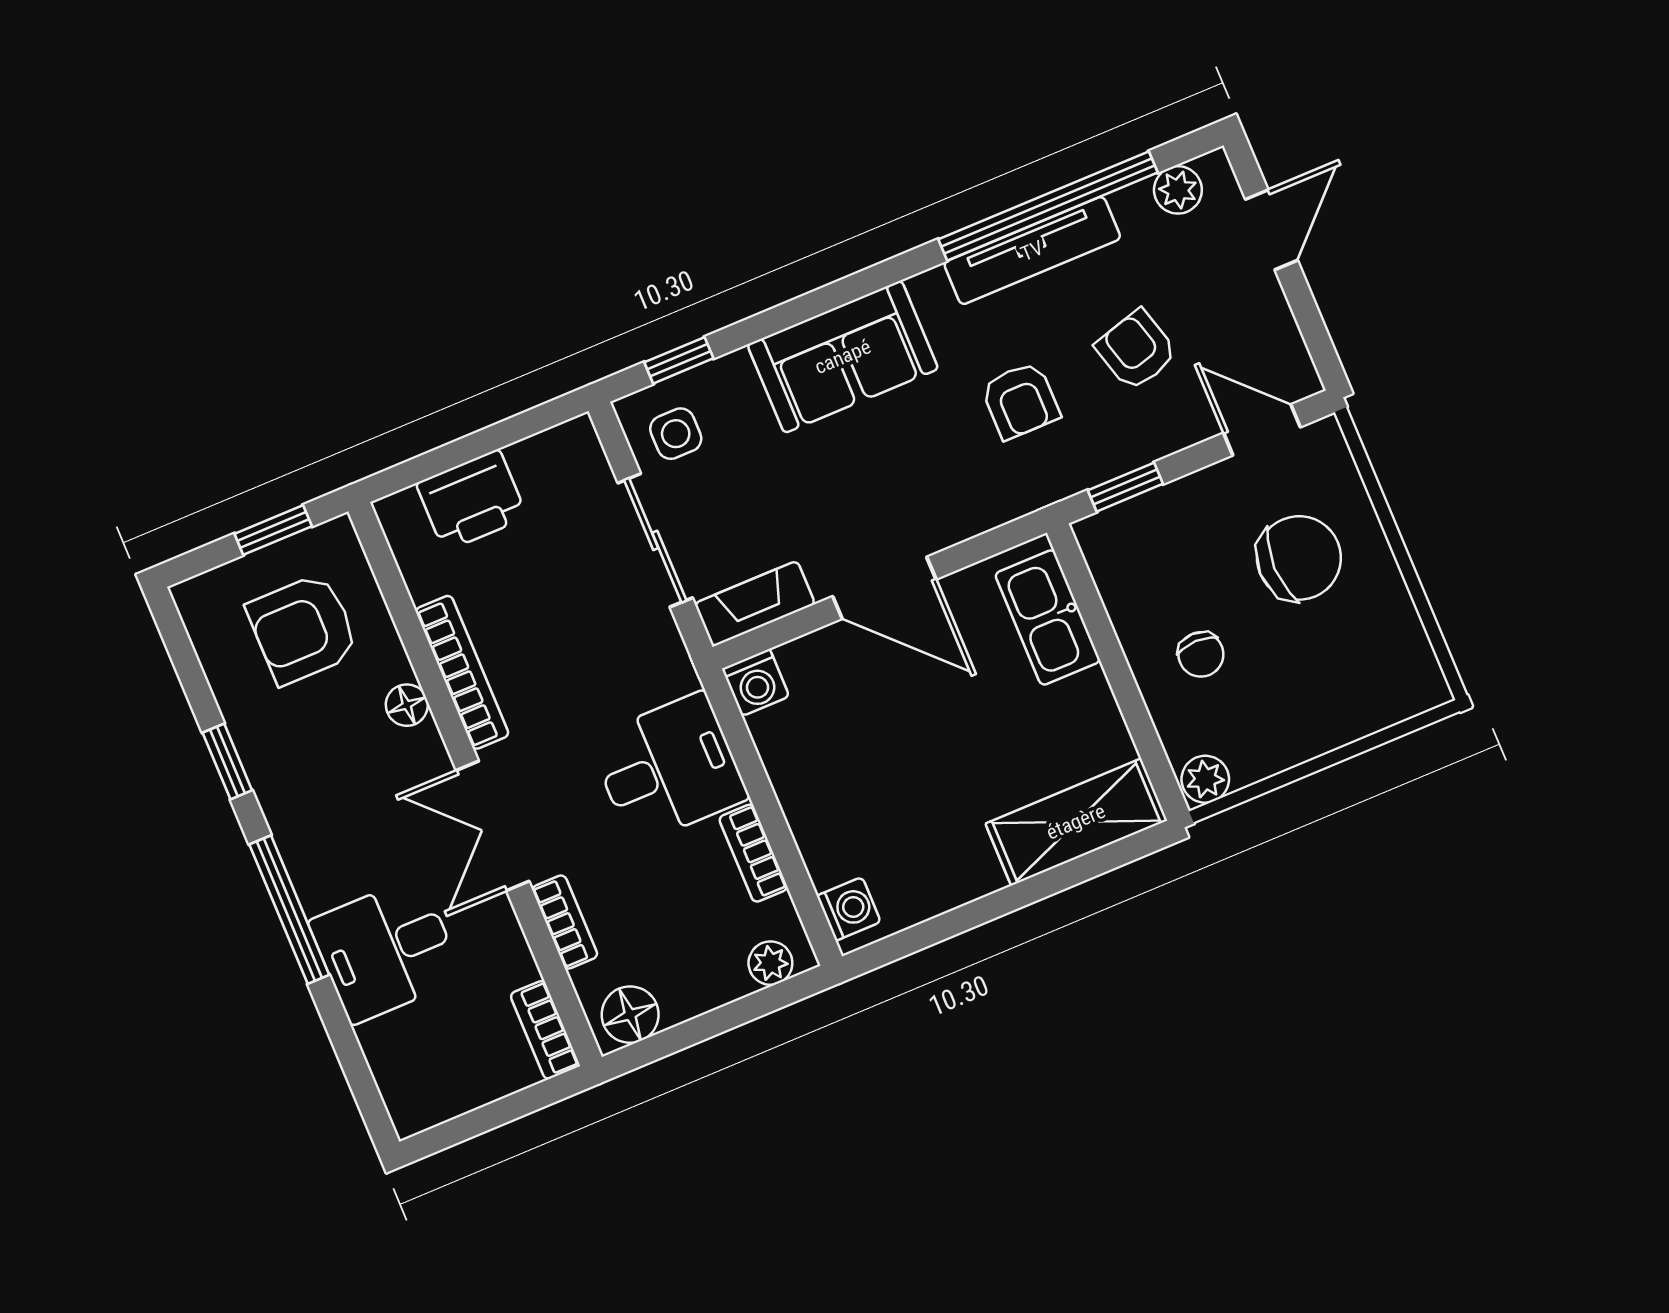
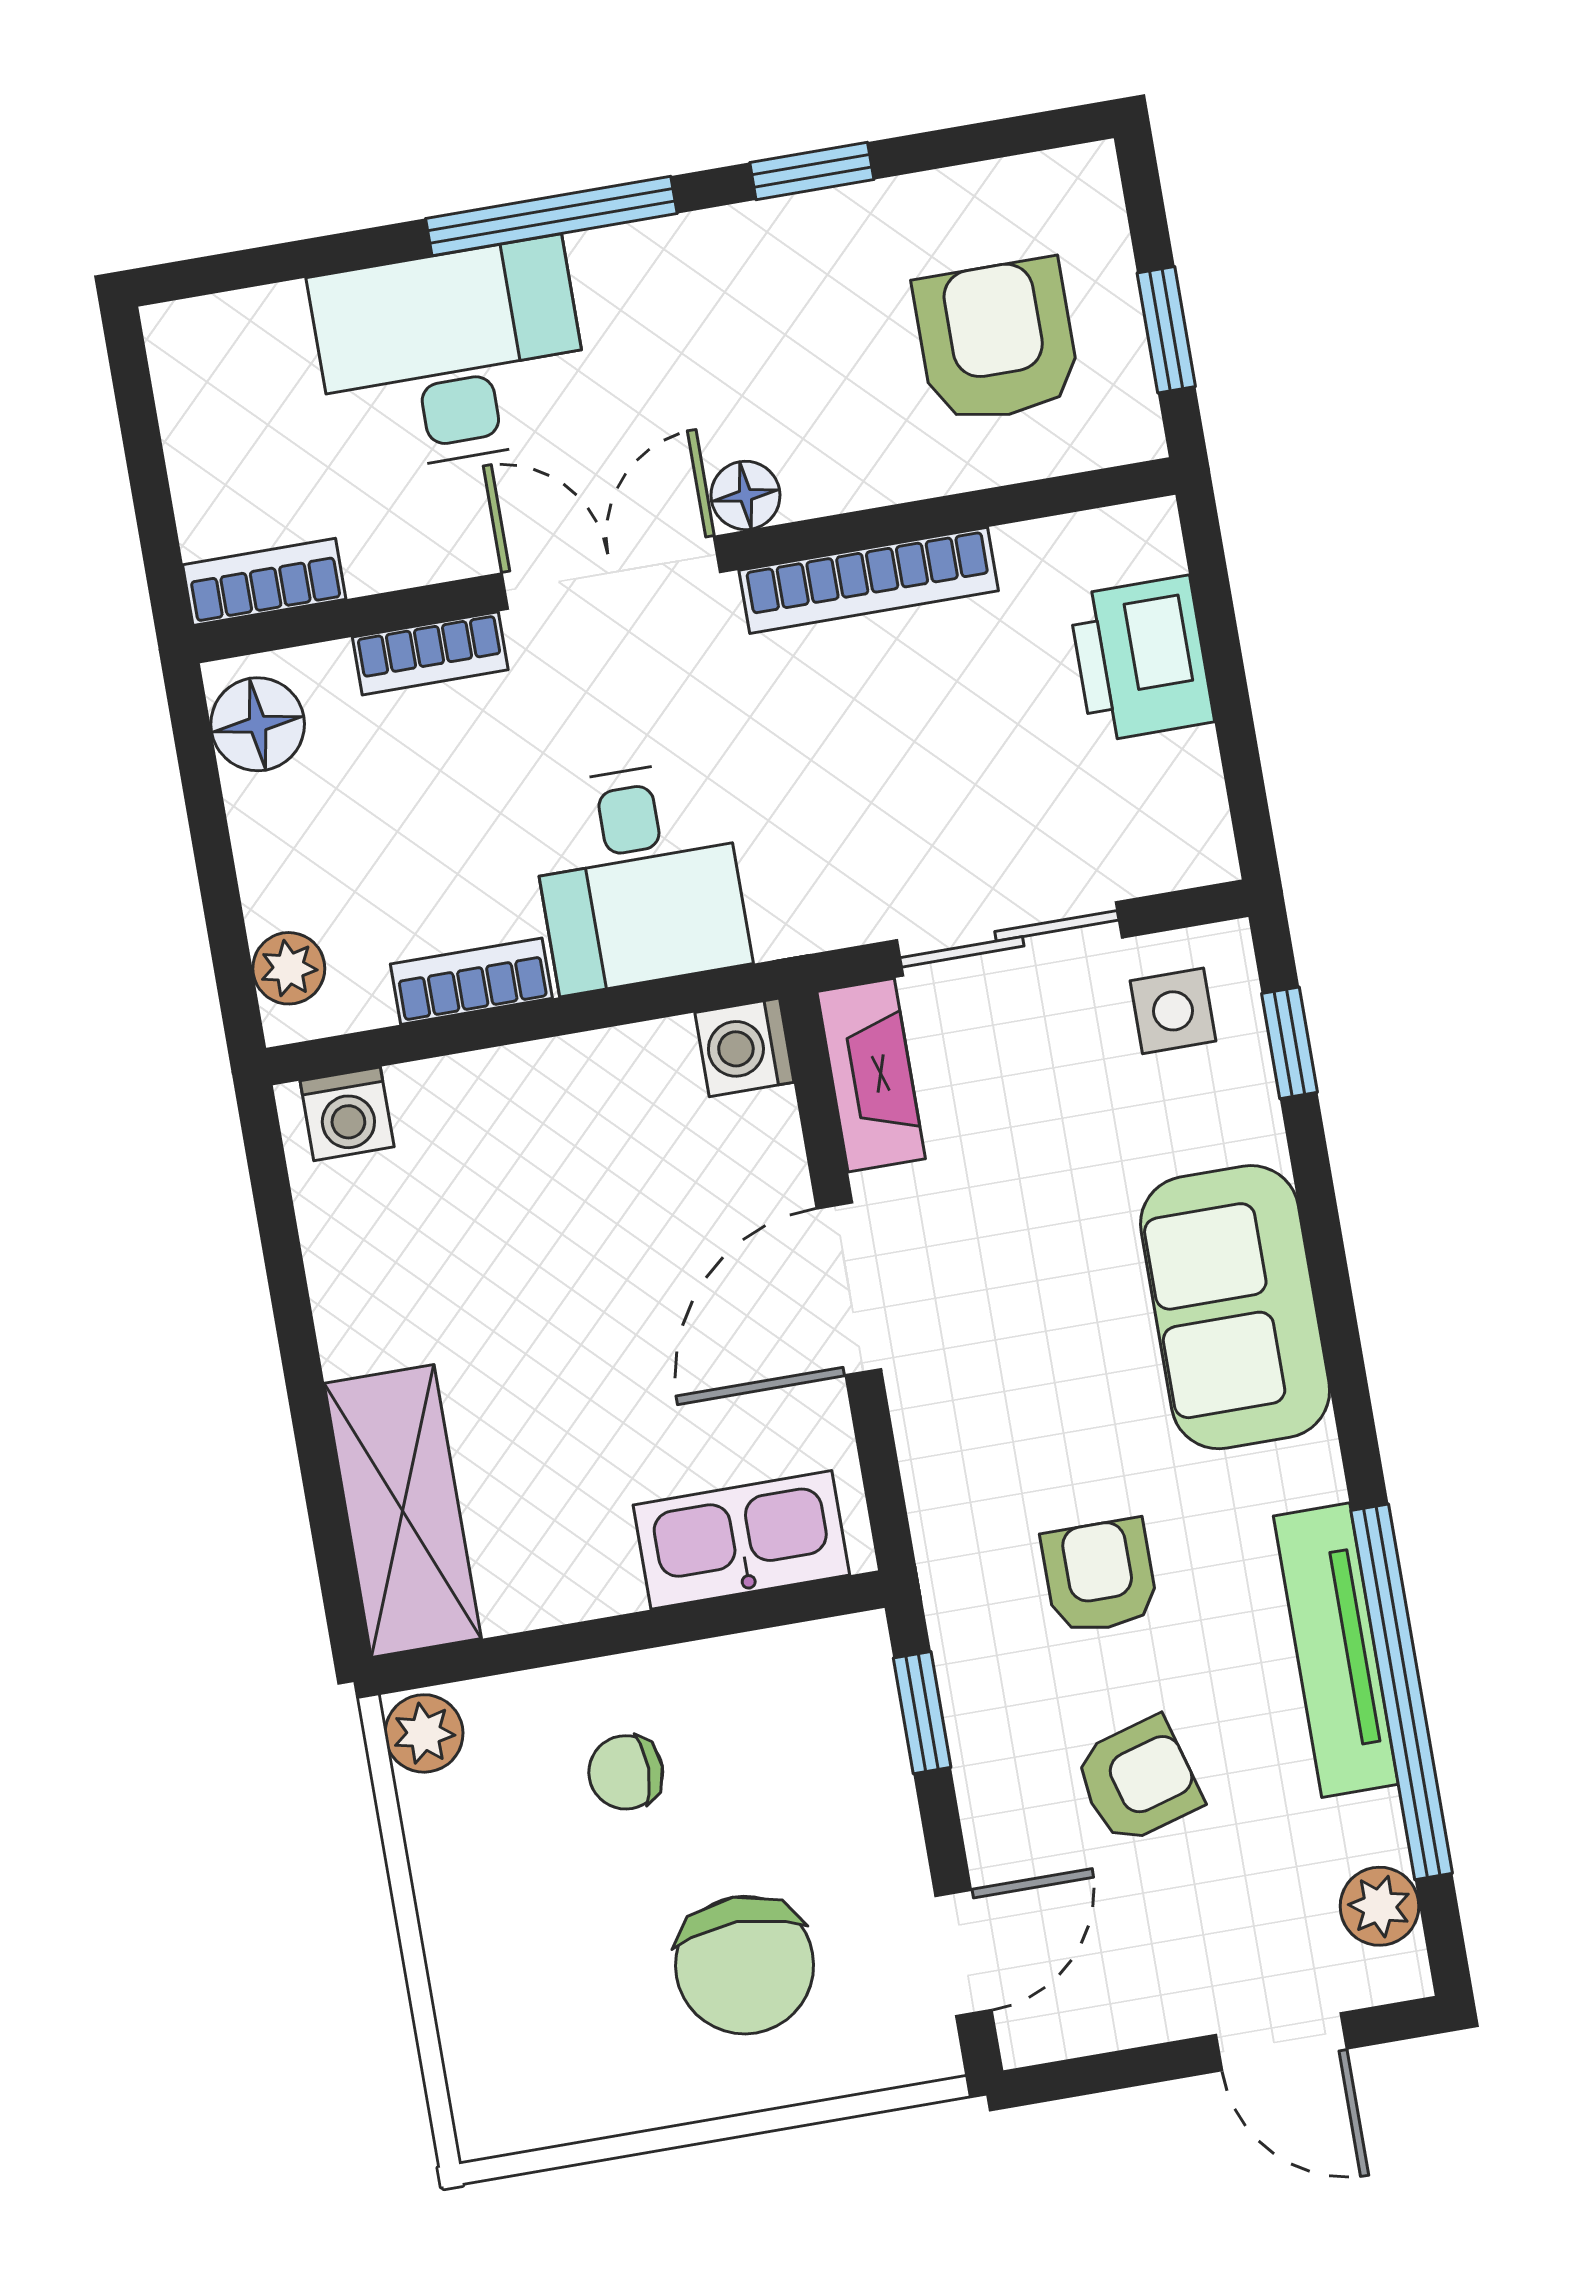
armchair: (1020, 400) -> (1100, 1576), turned 90
floor lamp: (407, 705) -> (745, 495), moved
desk: (386, 950) -> (451, 356), width x1.37

